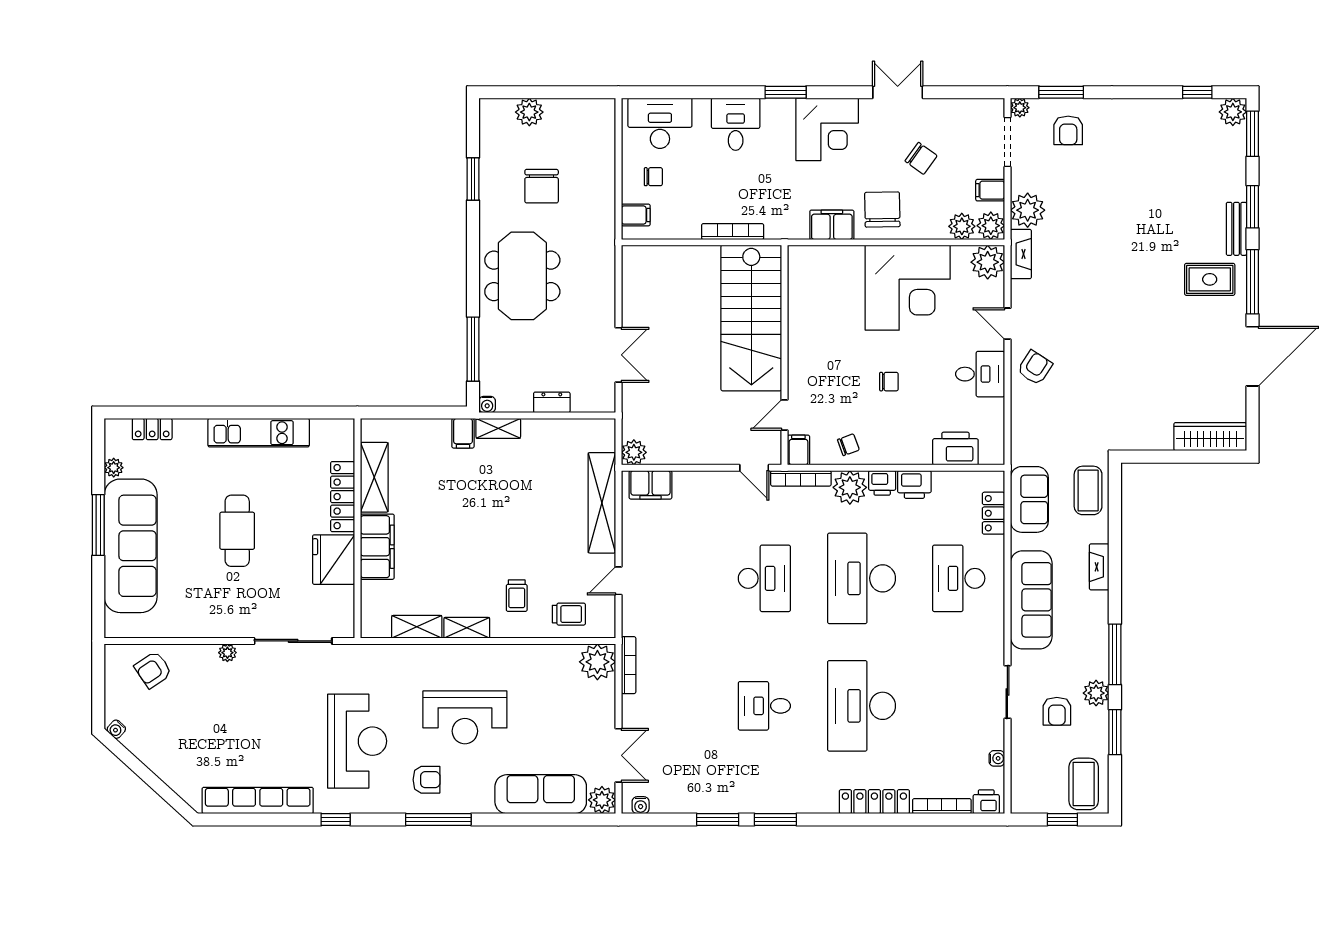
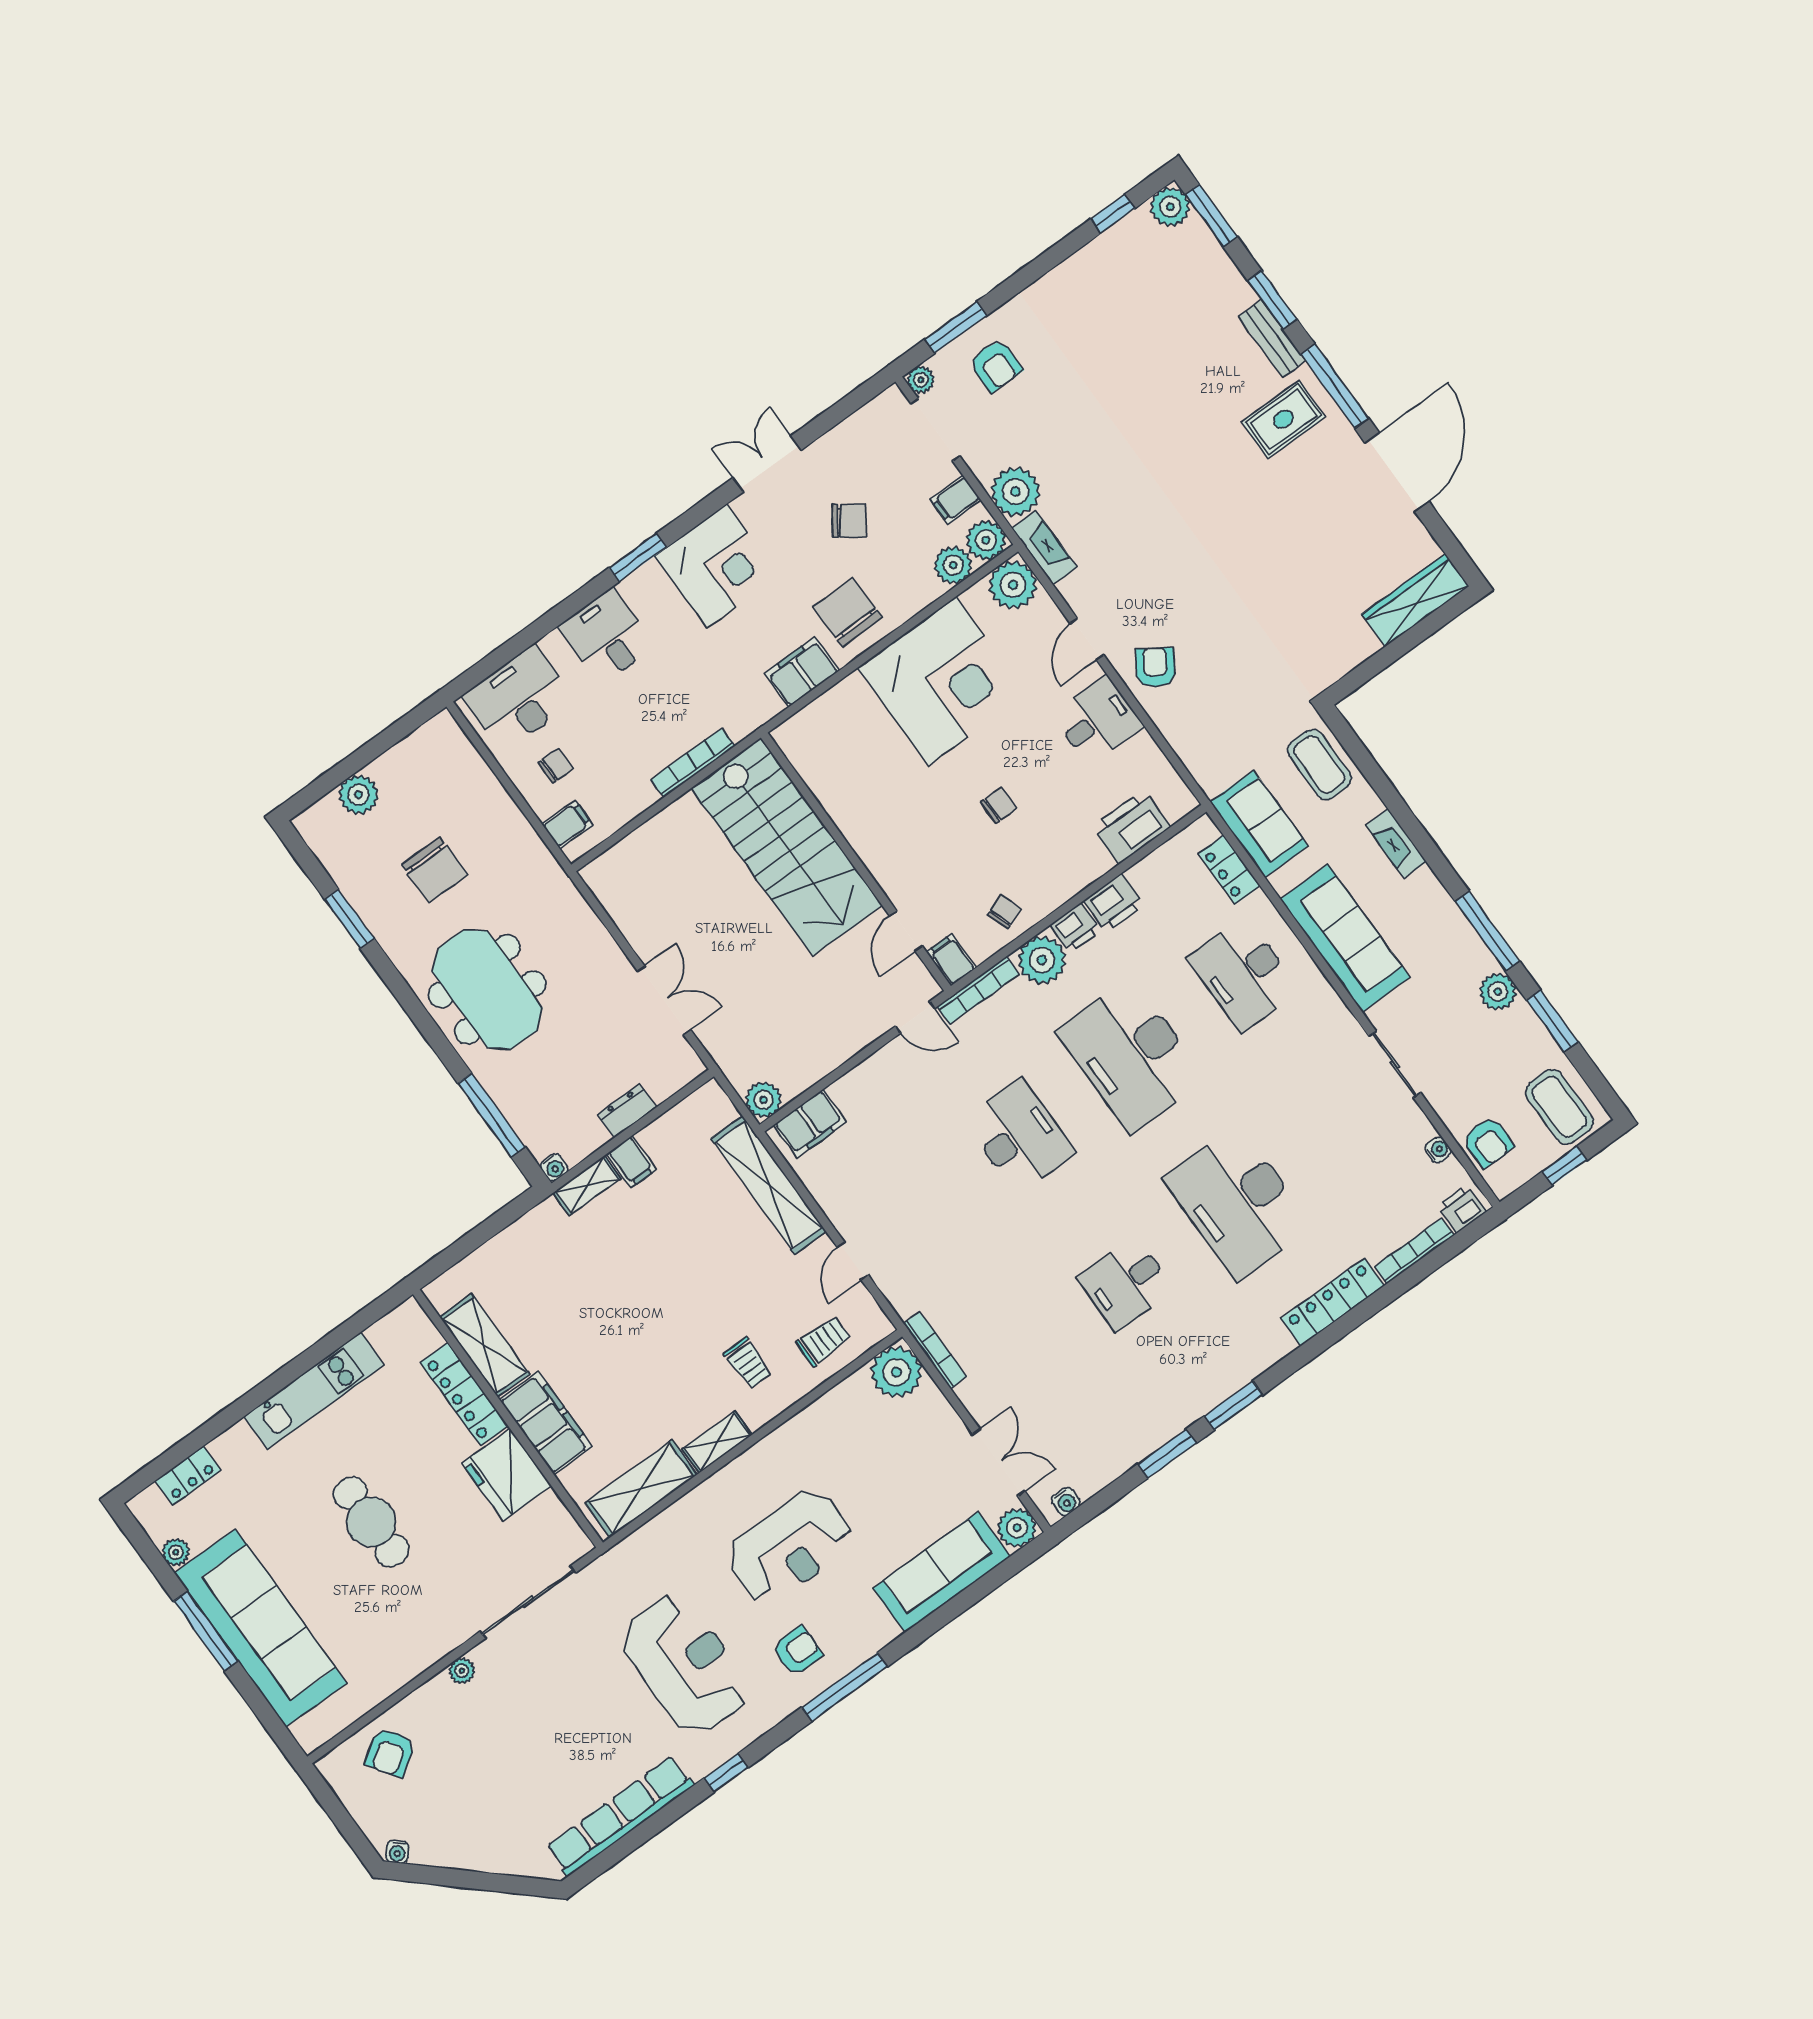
door: (1007, 324) -> (1087, 639), hinge flipped
filing cabinet: (463, 433) -> (632, 1162), moved
shelving: (417, 627) -> (641, 1489), width x1.50, depth x1.33
armchair: (1057, 711) -> (1488, 1142), moved

